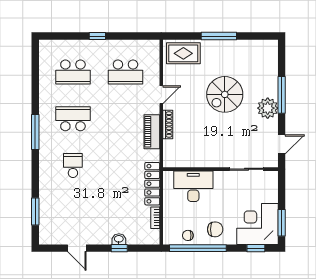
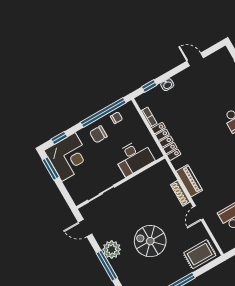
spiral stairs: (225, 94) -> (150, 241), turned -90
door: (282, 144) -> (85, 228), hinge flipped
window: (119, 248) -> (149, 86), moved

